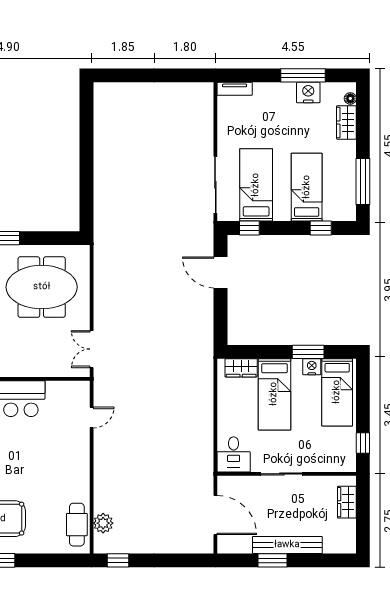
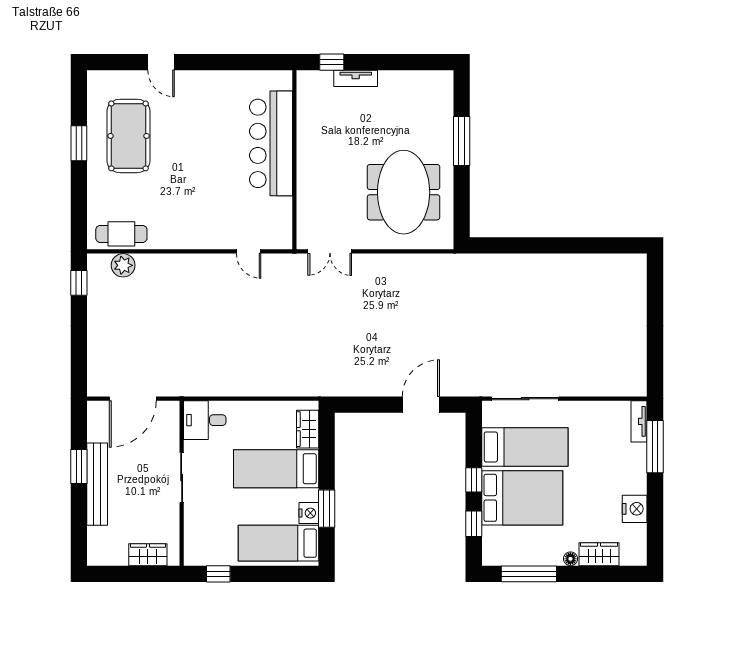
window: (303, 75) -> (655, 447), moved
floor lamp: (350, 98) -> (570, 559), moved
bed: (307, 187) -> (522, 498), width x1.50
window: (249, 228) -> (474, 480), moved
double door: (92, 349) -> (330, 251), swing flipped

